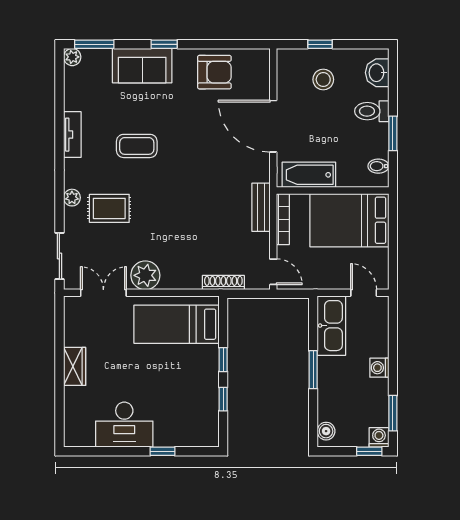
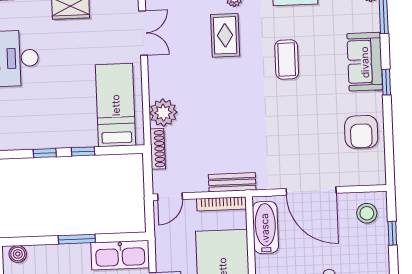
stool: (323, 80) -> (367, 213), moved
door: (273, 126) -> (311, 191), swing flipped
plant: (145, 275) -> (163, 113), moved

